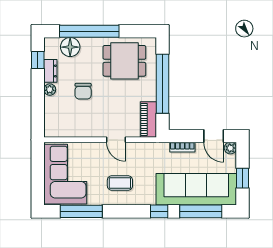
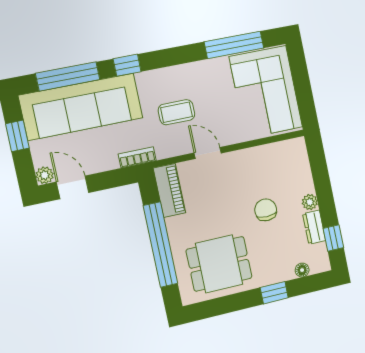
window: (89, 31) -> (274, 293), width x0.32
floor lamp: (70, 47) -> (302, 270), width x0.53, depth x0.53
bookcase: (182, 147) -> (137, 157), moved
coffee table: (120, 183) -> (177, 112), moved

